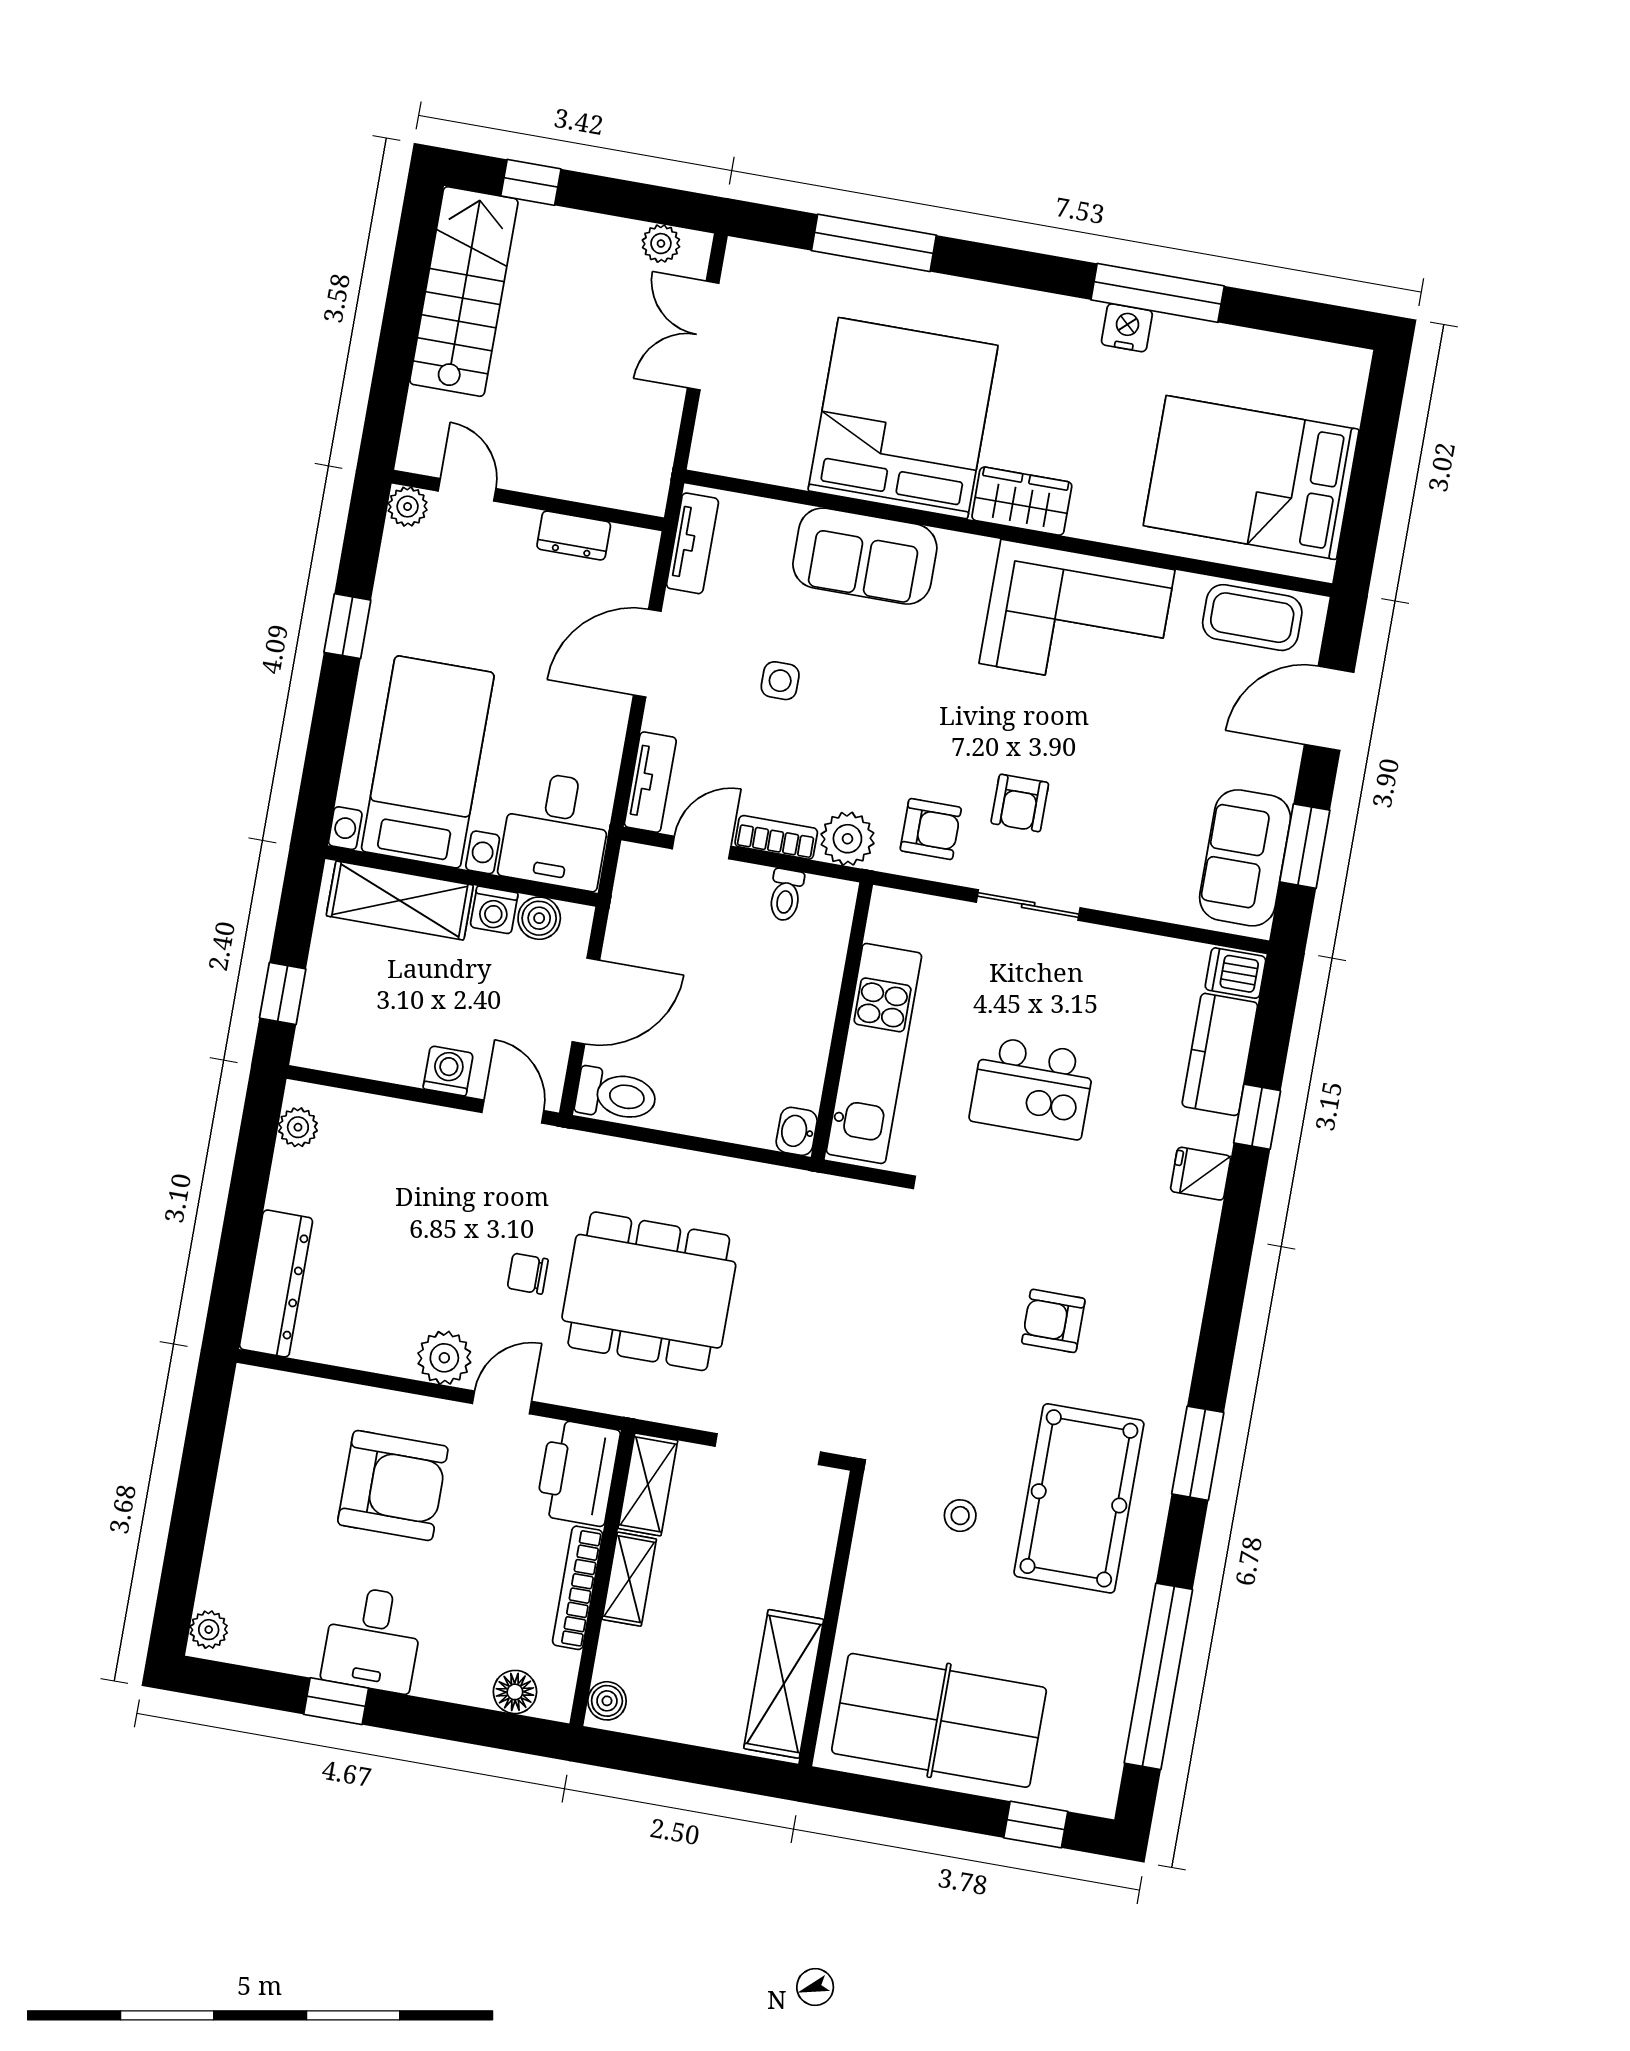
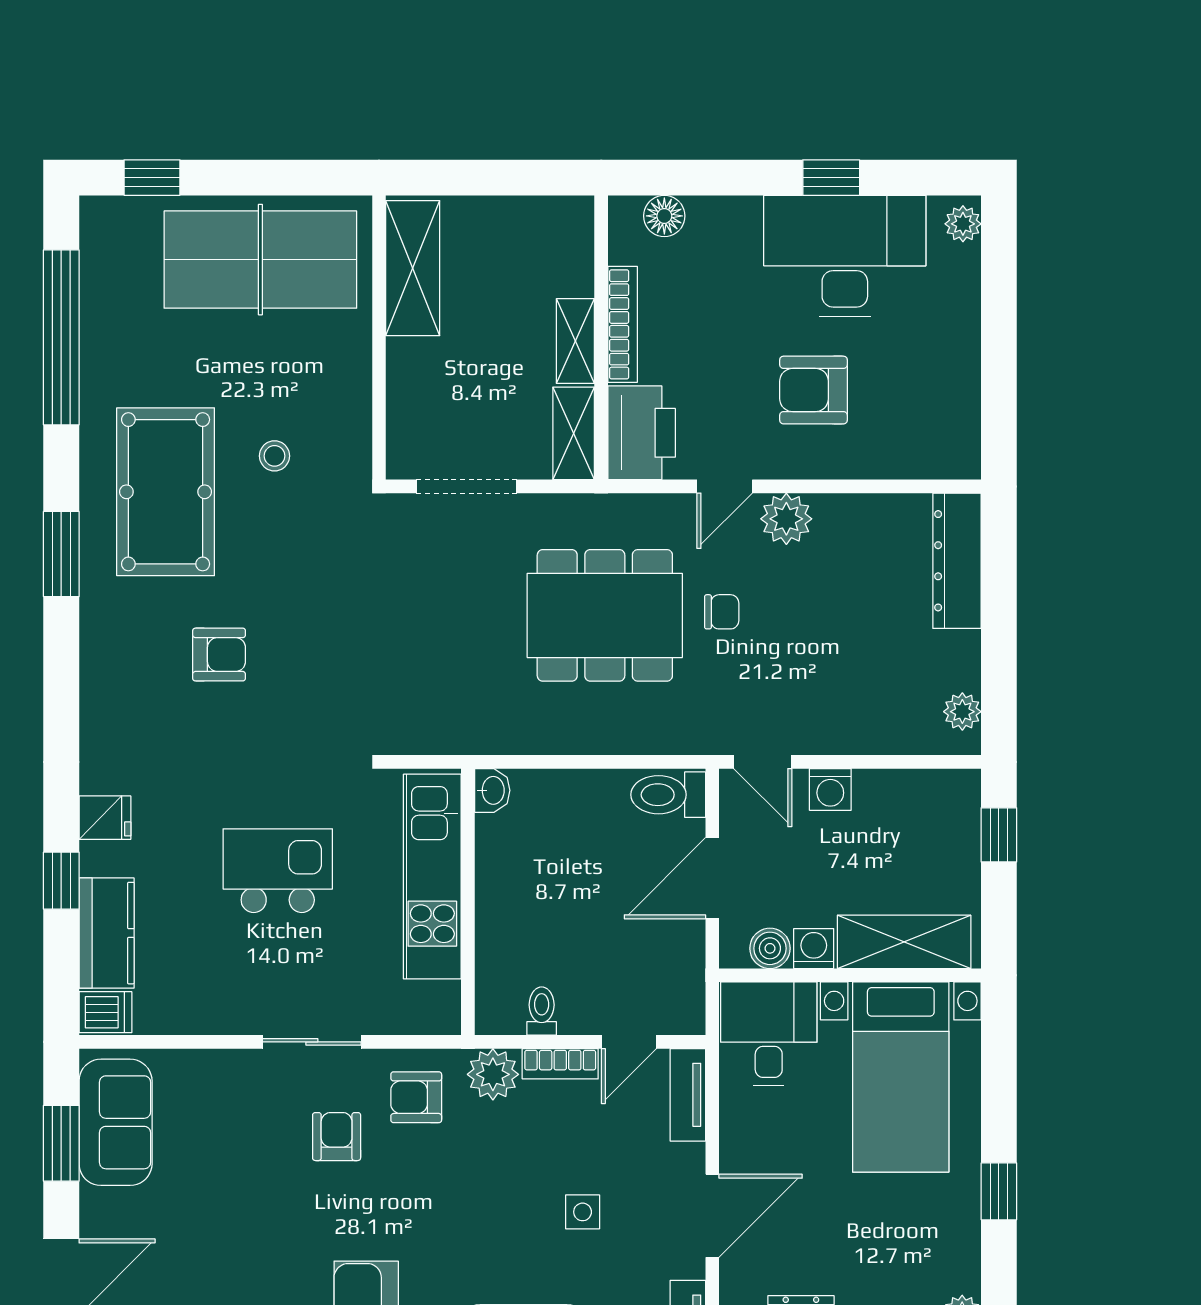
armchair: (393, 1486) -> (814, 390), width x0.73, depth x0.73
desk: (373, 1639) -> (845, 256), width x1.87, depth x1.30
boiler: (607, 1701) -> (576, 223), removed

